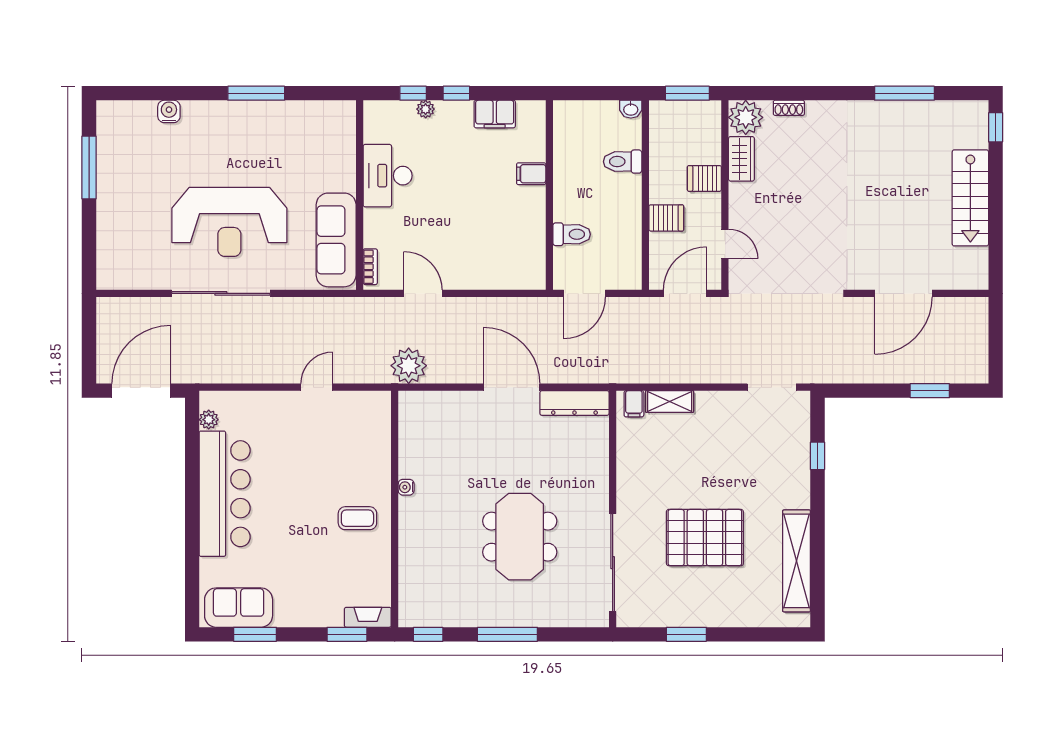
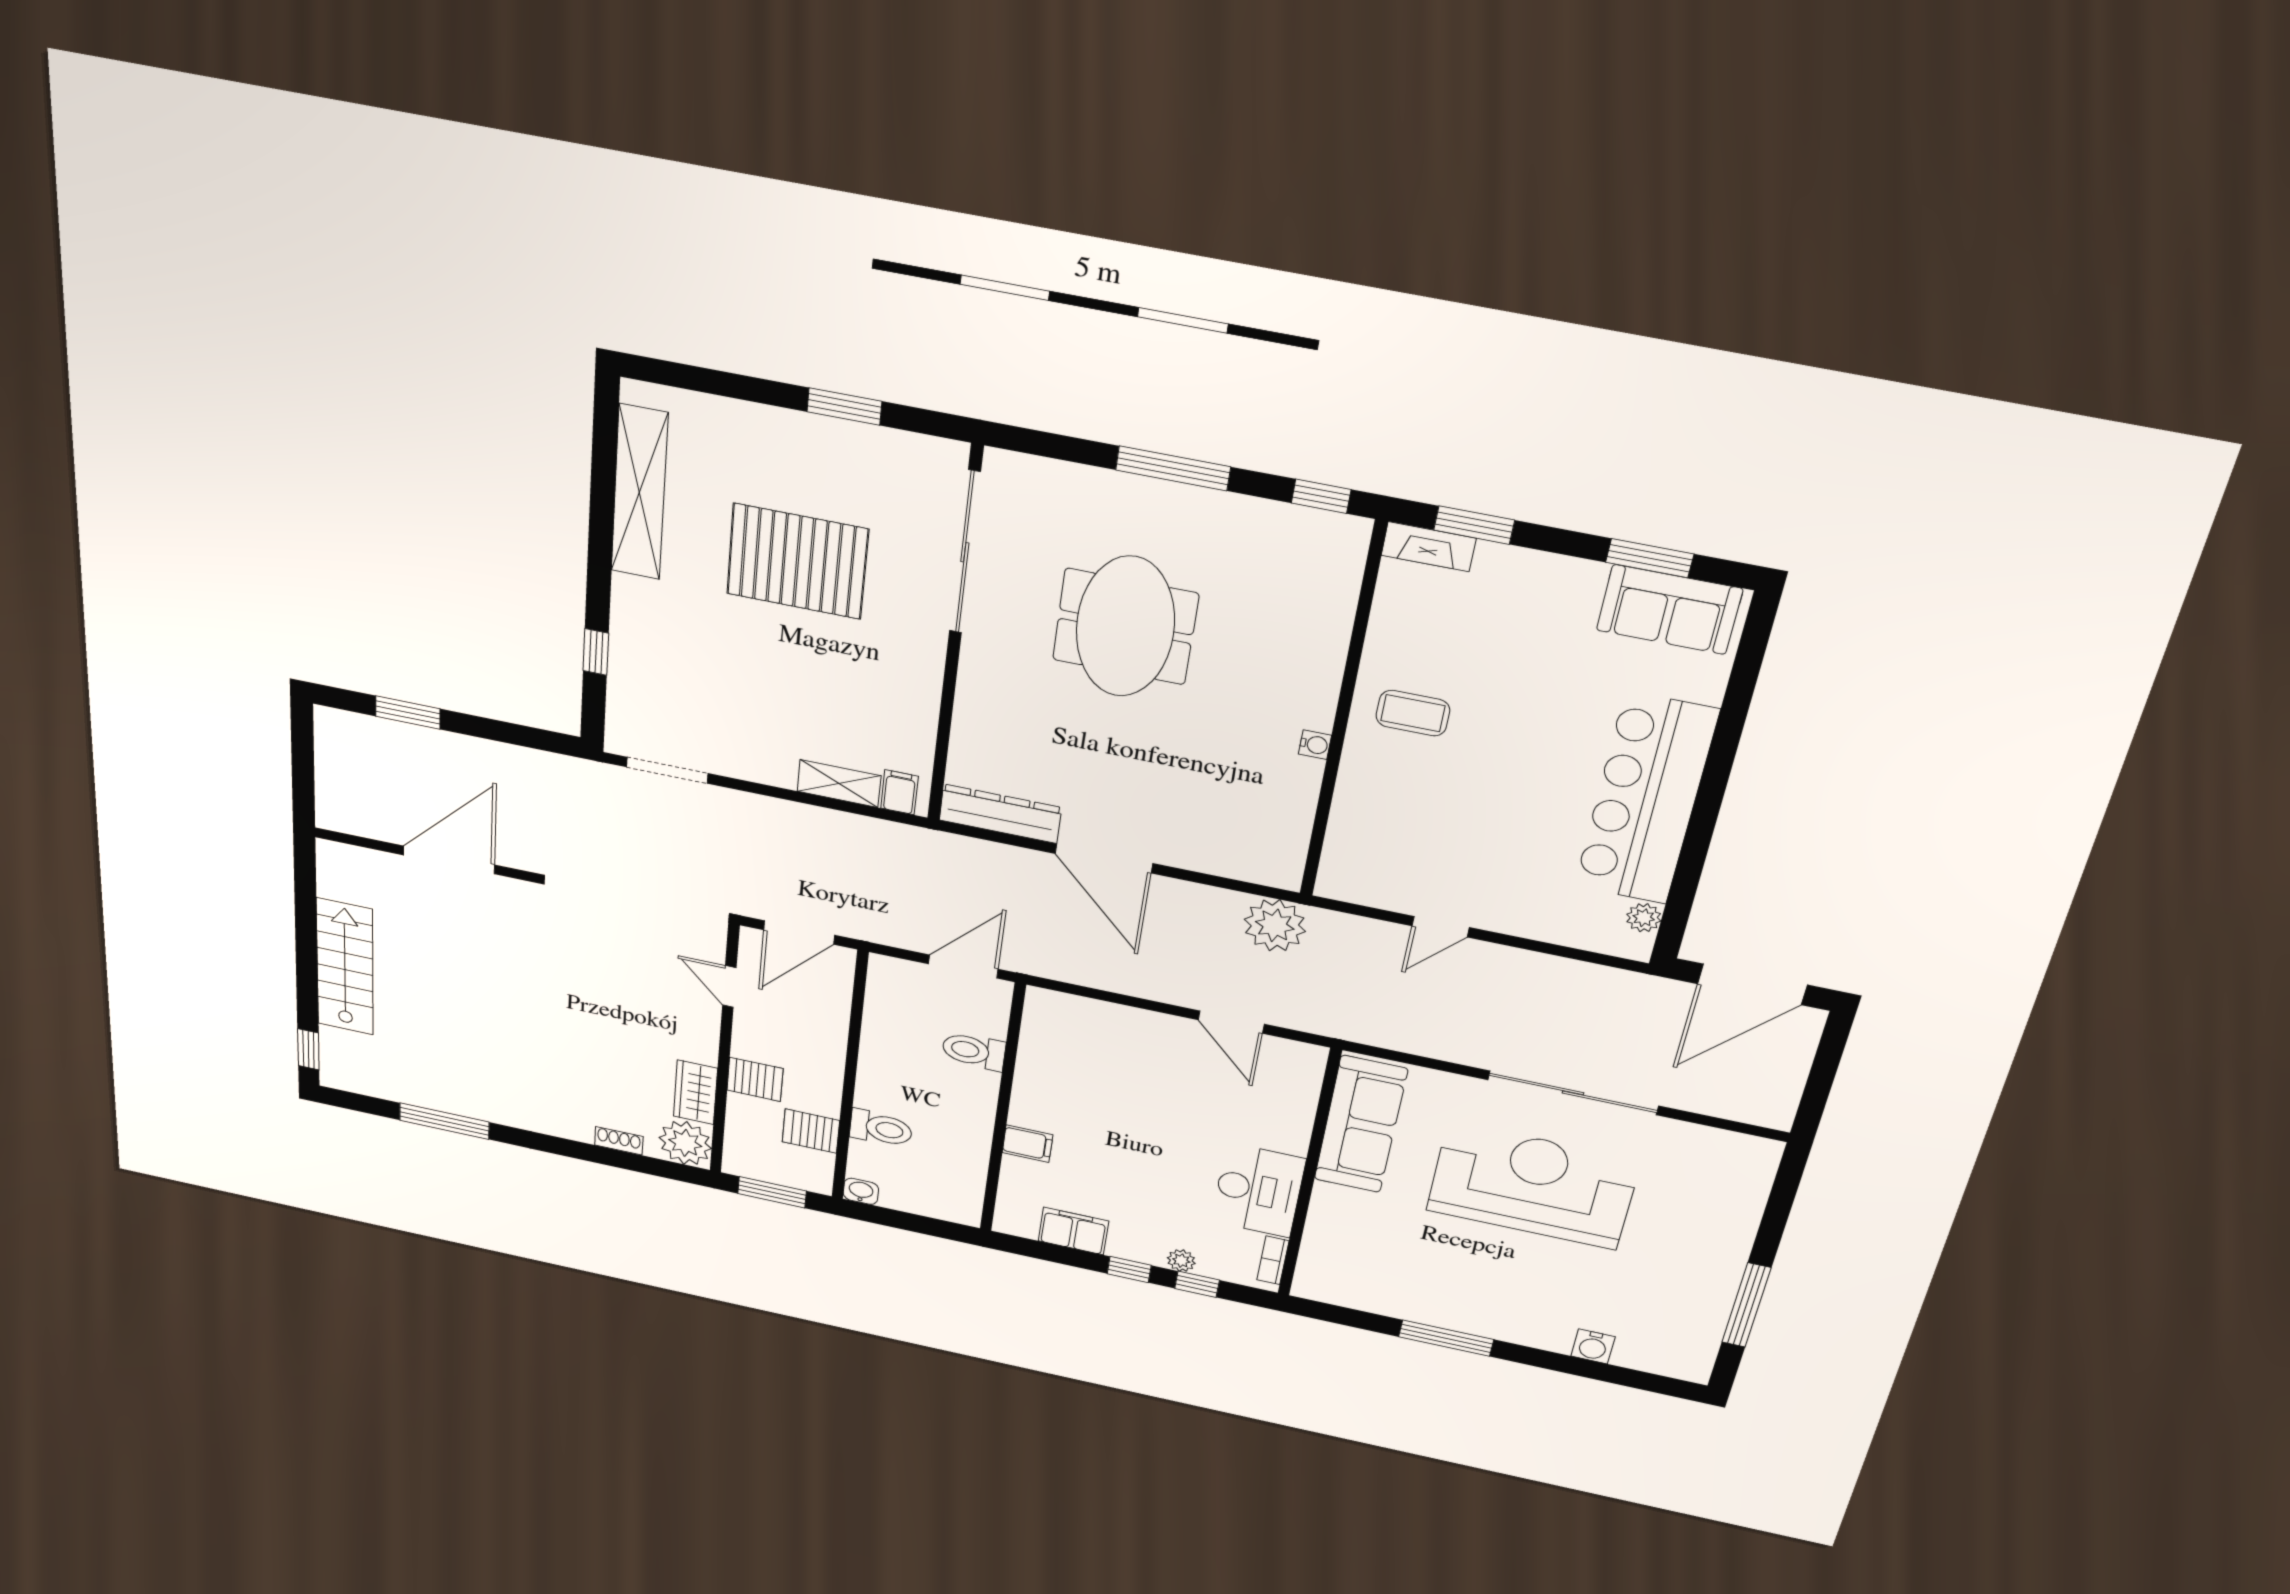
server rack: (666, 218) -> (811, 1131), moved
bookcase: (370, 267) -> (1273, 1260), moved

